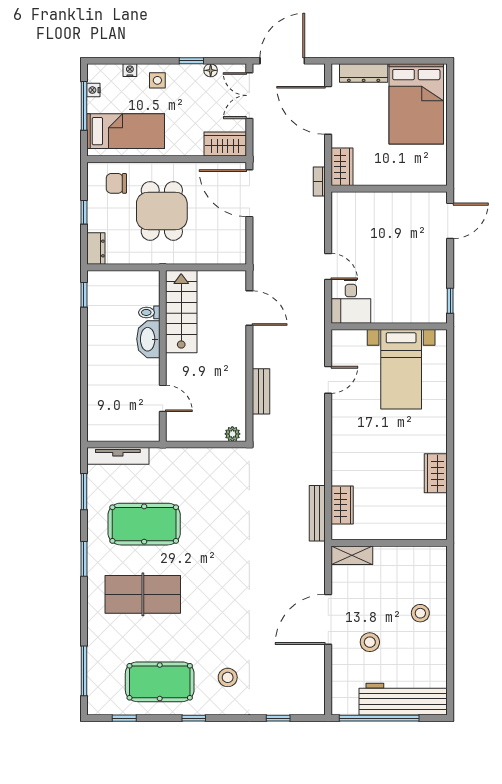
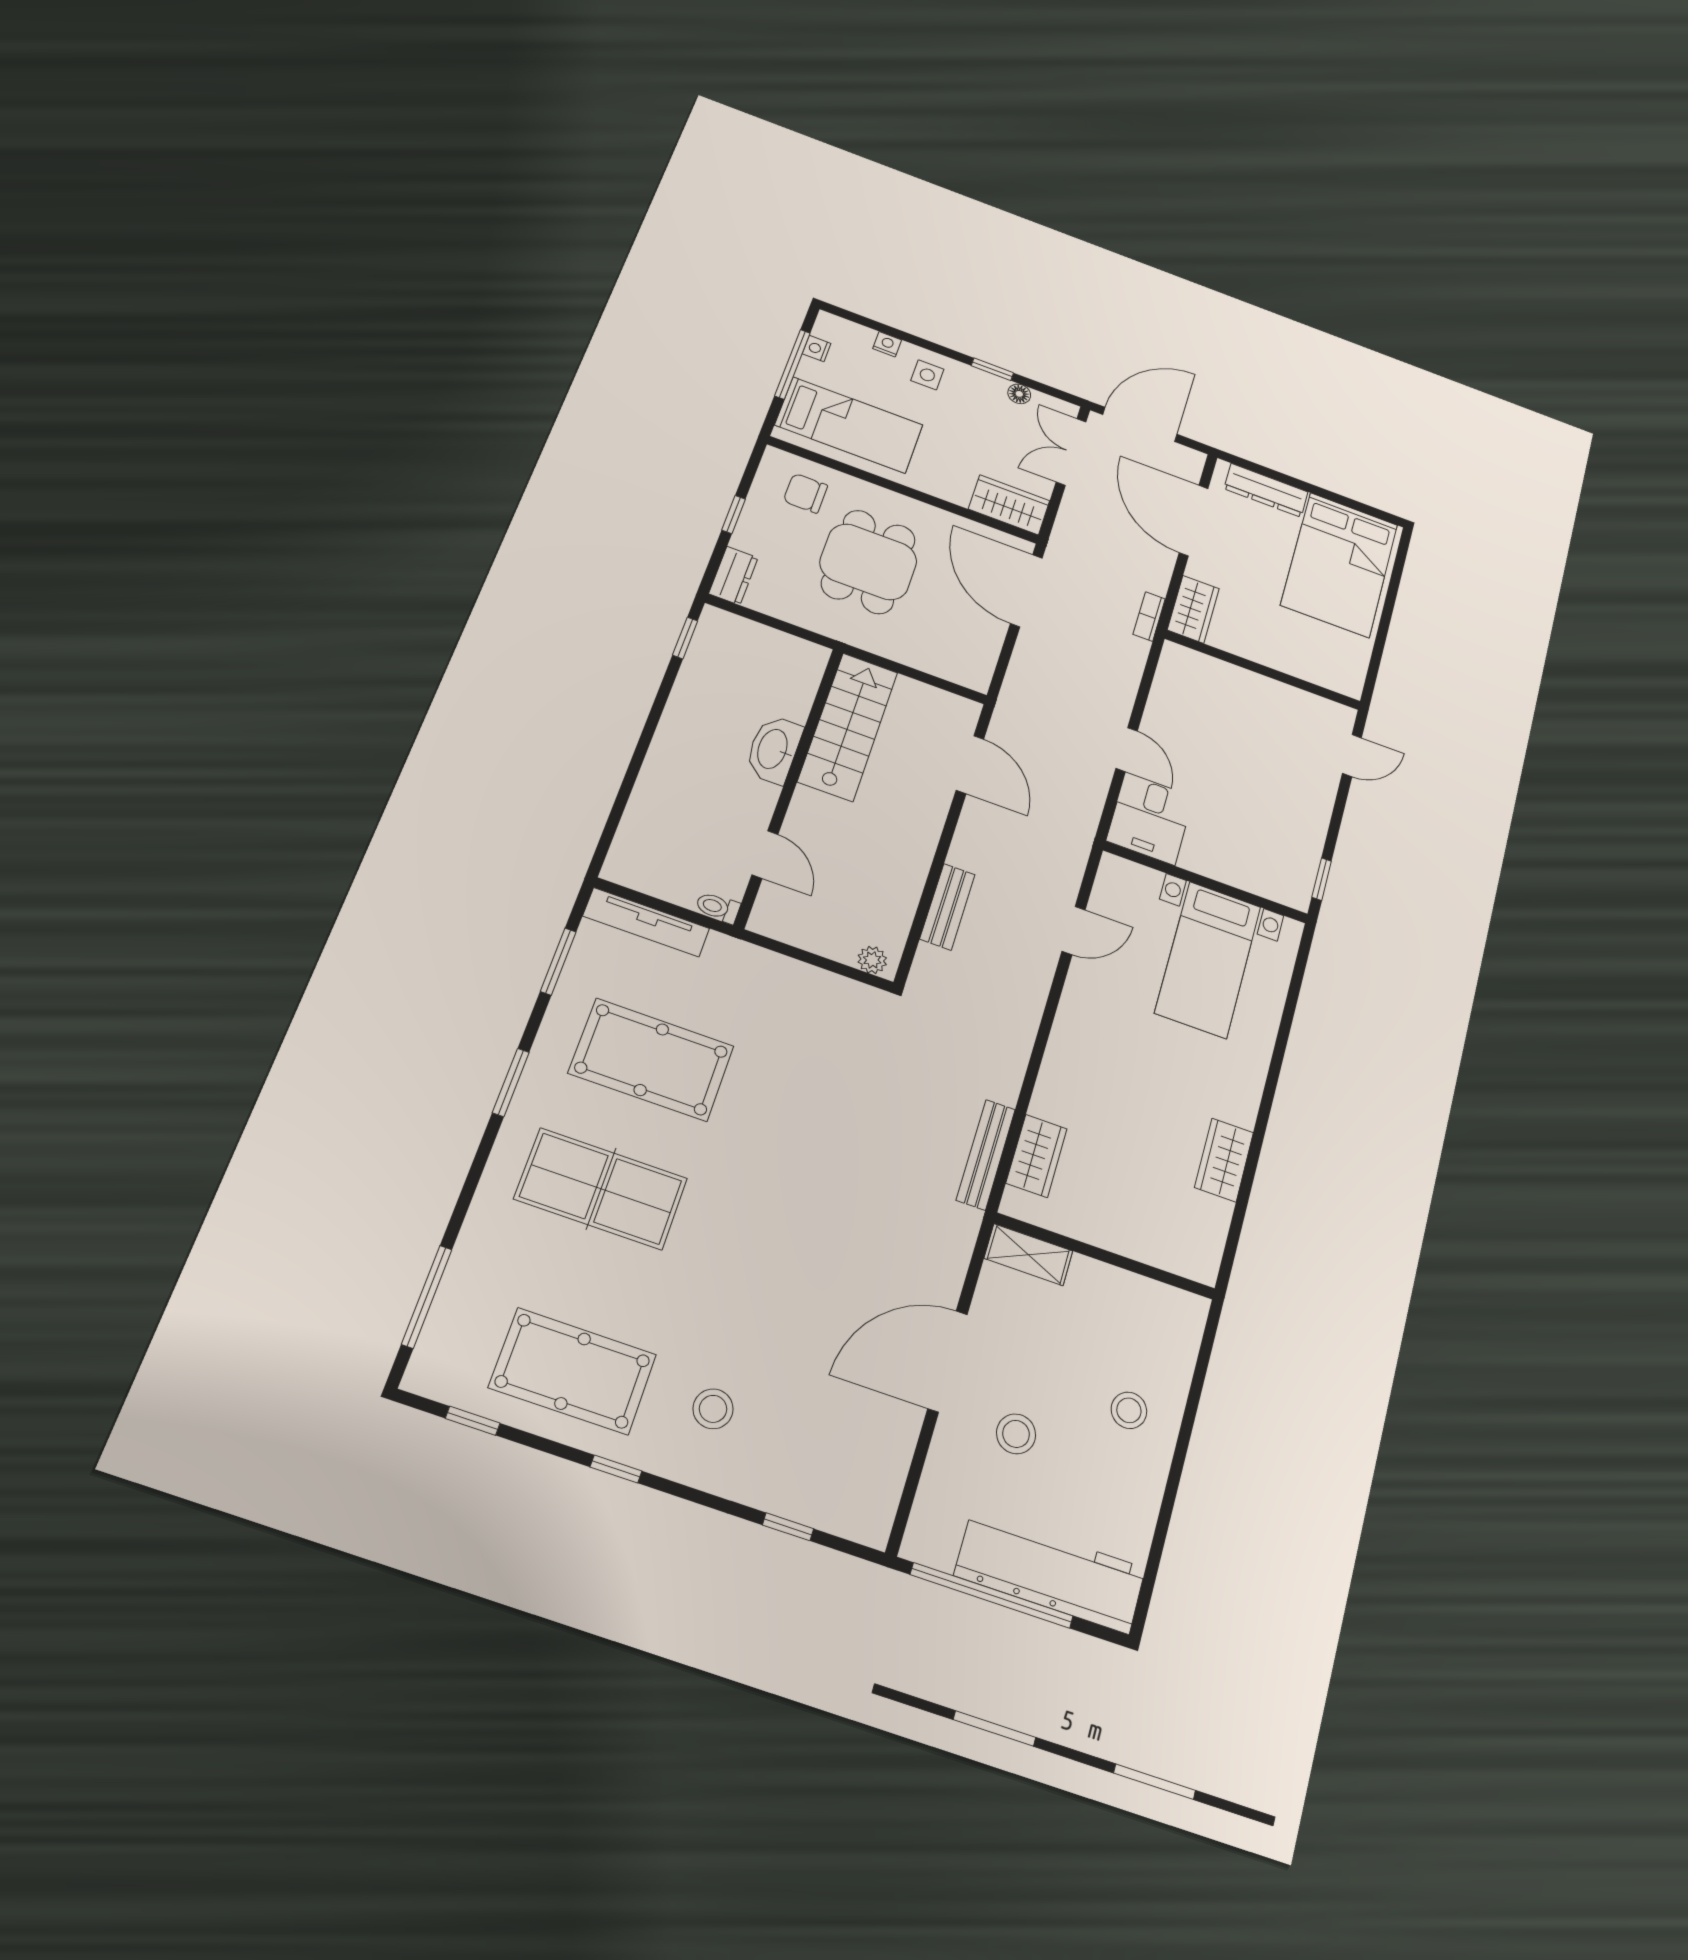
door: (450, 221) -> (1352, 756), width x0.73
toilet: (149, 312) -> (718, 907), moved

